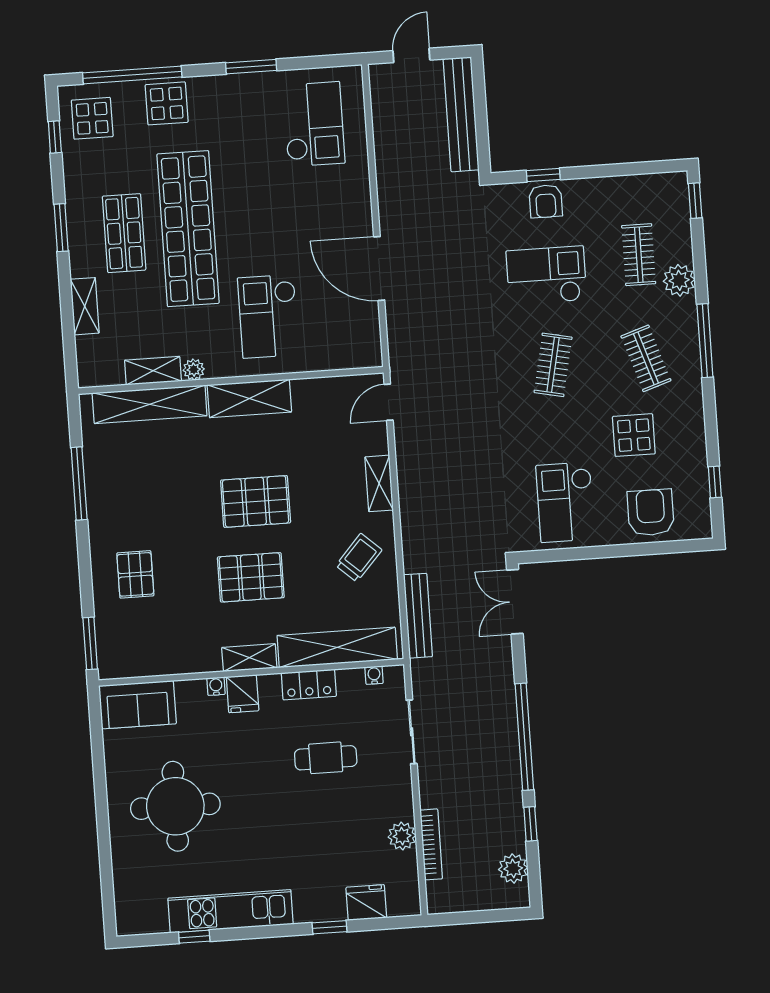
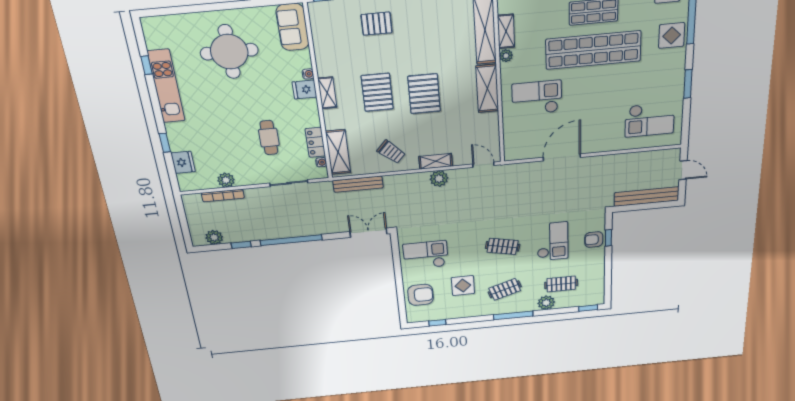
plant: (412, 478) -> (439, 179), added
shelving: (337, 647) -> (338, 152), width x0.68
locker: (309, 685) -> (315, 142), moved

